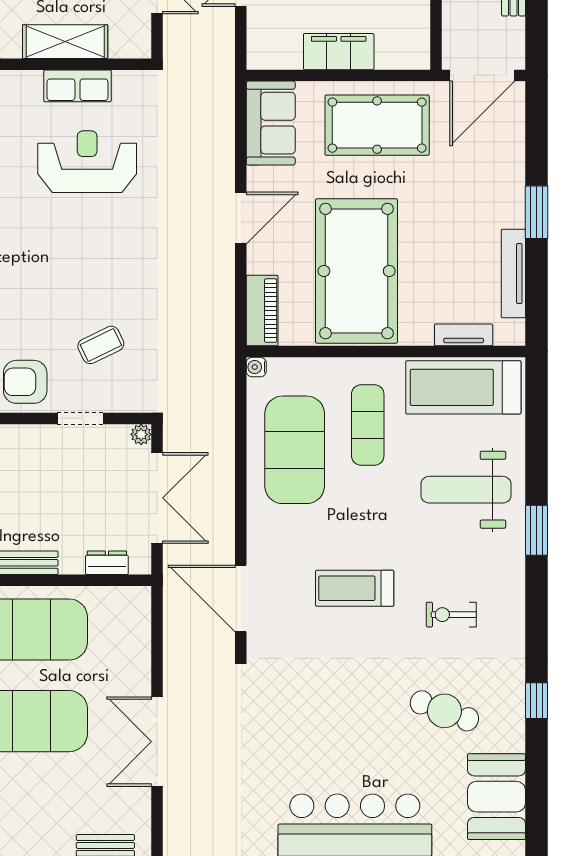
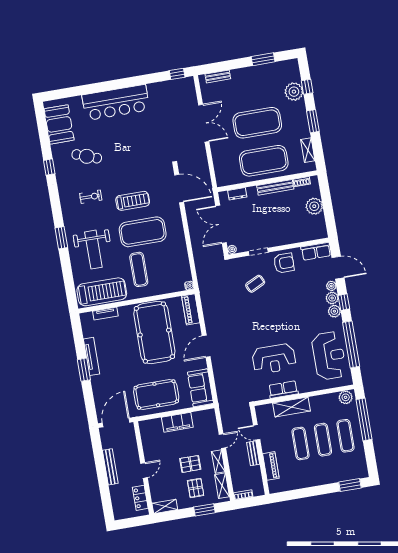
tv unit: (513, 274) -> (92, 356), moved
exercise mat: (295, 450) -> (143, 232), moved, turned 90
weight bench: (466, 490) -> (93, 250), turned 90

